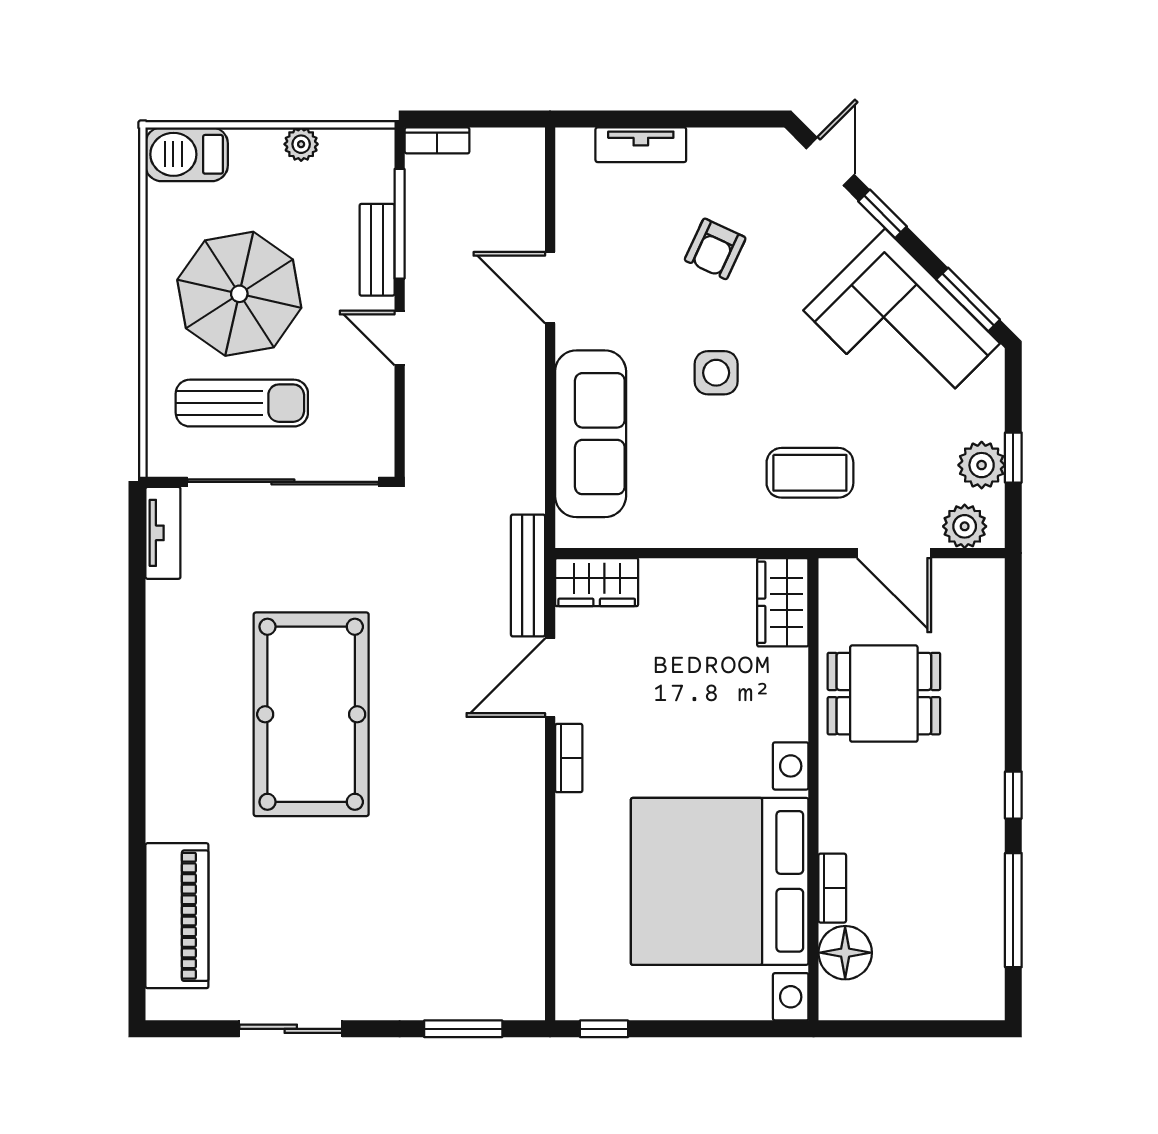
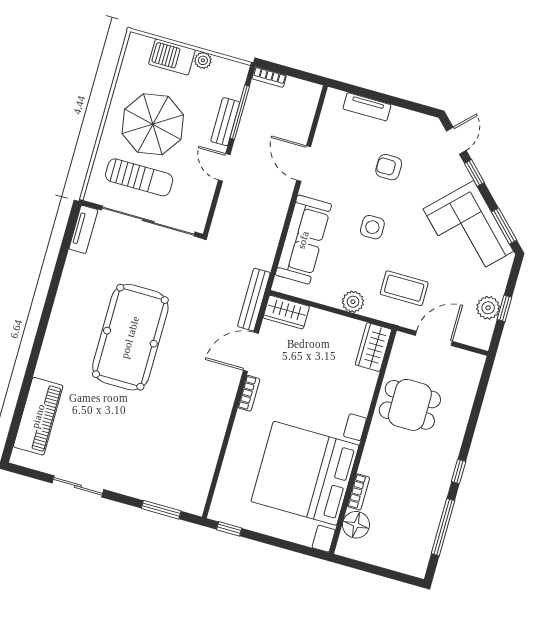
barbecue: (187, 154) -> (172, 57), moved
armchair: (715, 249) -> (389, 167), turned 65
plant: (965, 526) -> (353, 302), moved
door: (894, 553) -> (434, 338), swing flipped

